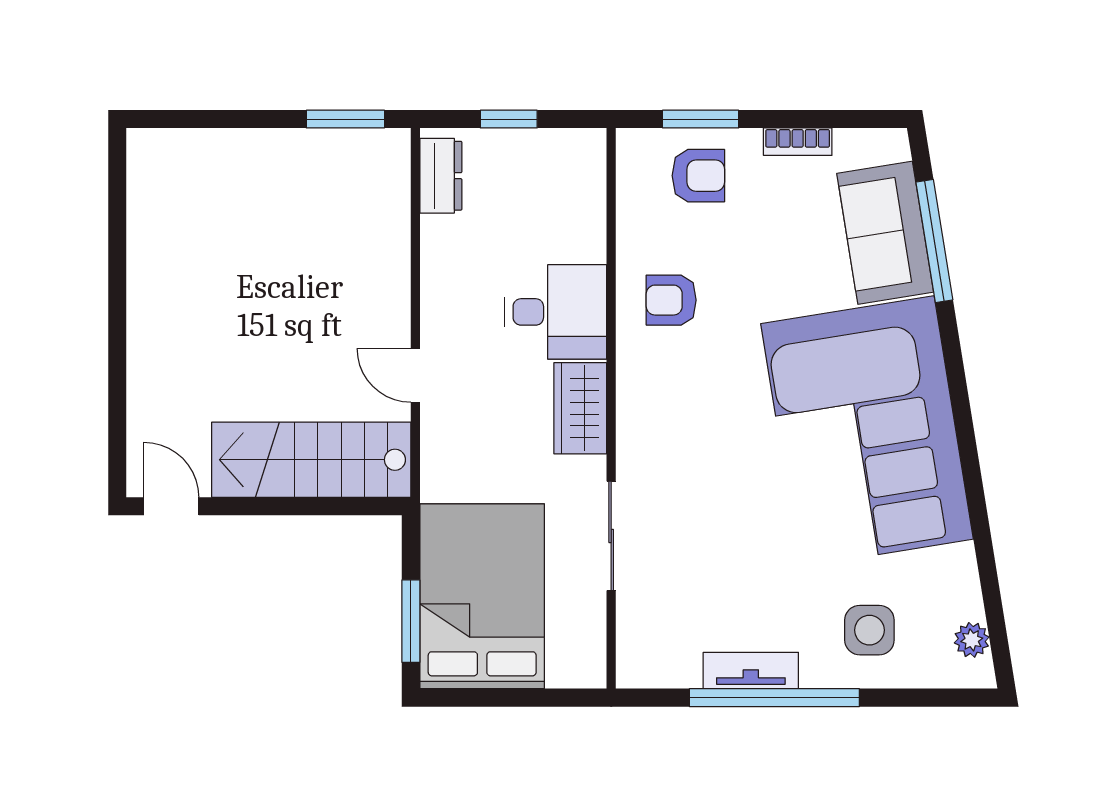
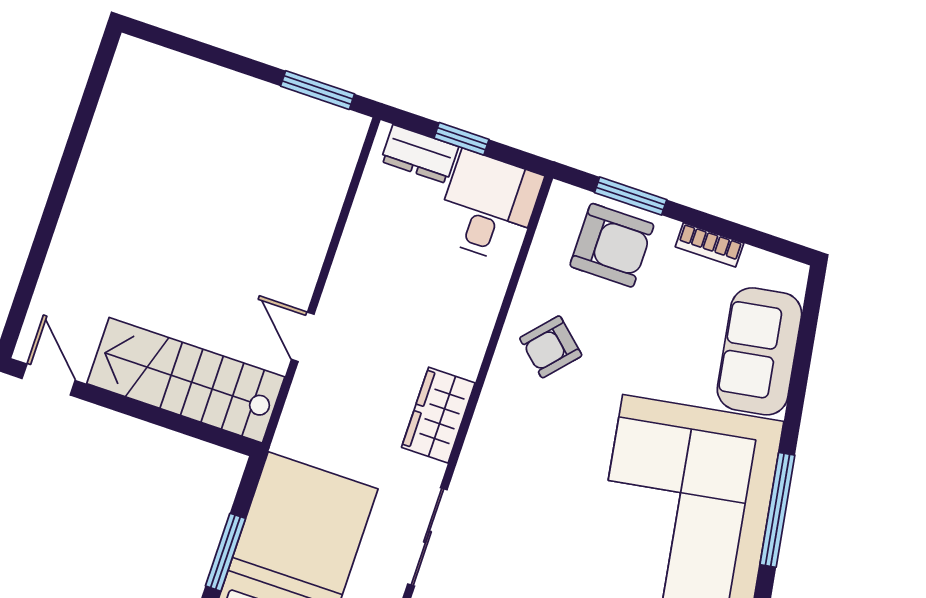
dresser: (441, 176) -> (420, 154), moved, turned 90
armchair: (698, 176) -> (612, 245), width x1.38, depth x1.38
window: (934, 241) -> (777, 510), moved
armchair: (671, 300) -> (551, 347), turned -48
desk: (556, 312) -> (488, 207), moved, turned -90

